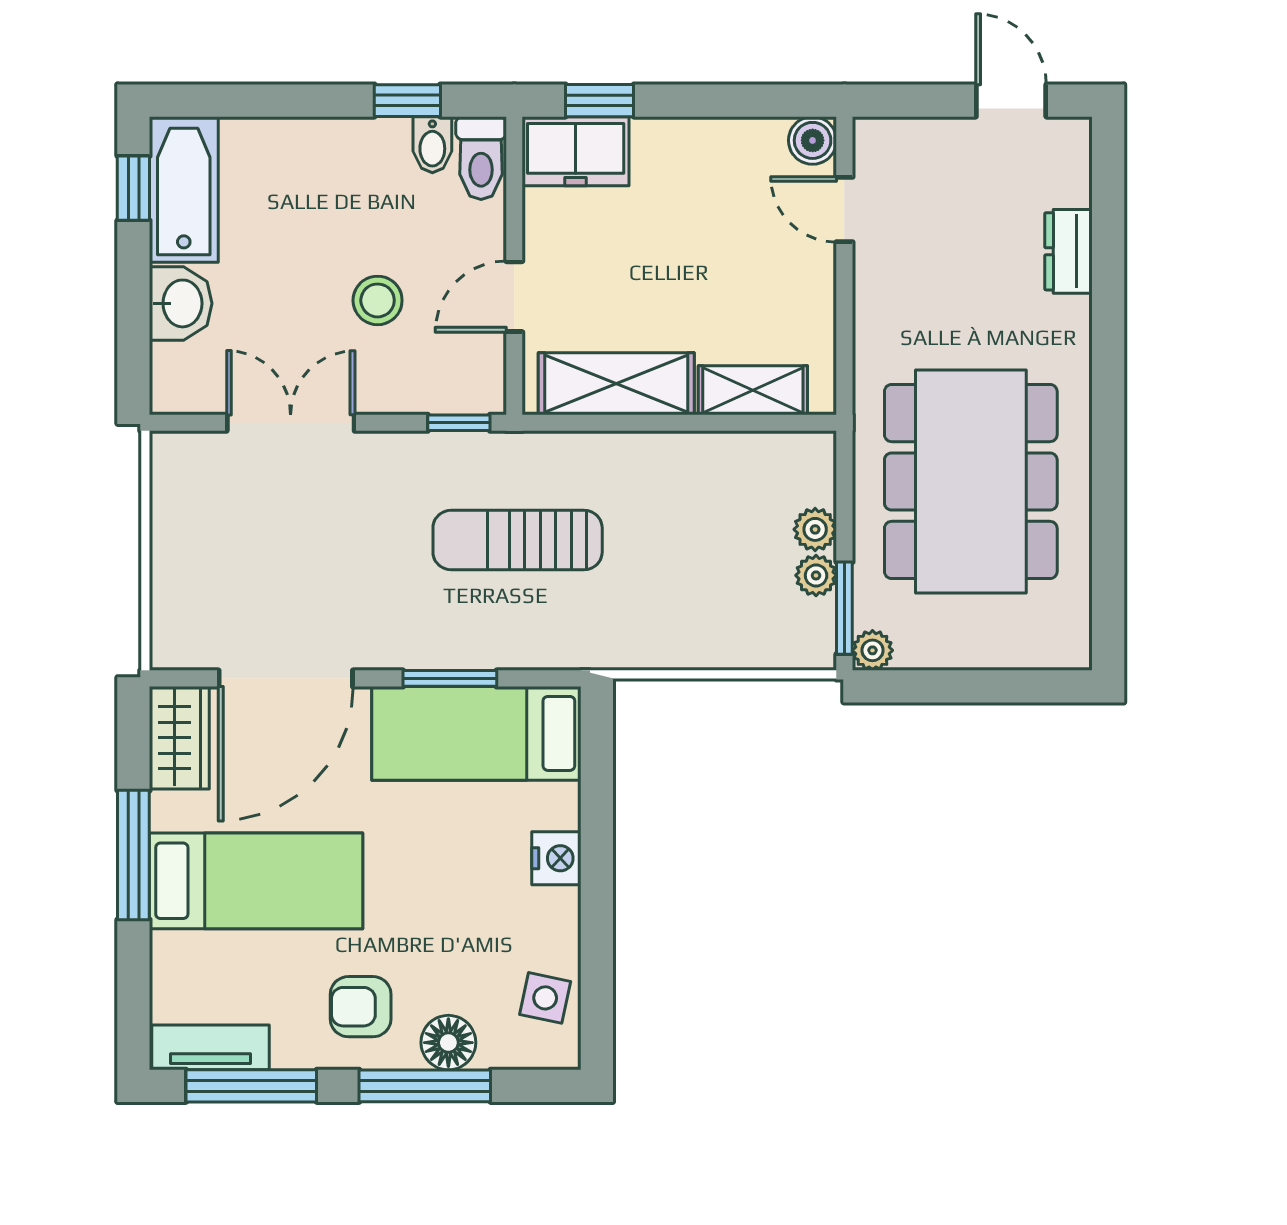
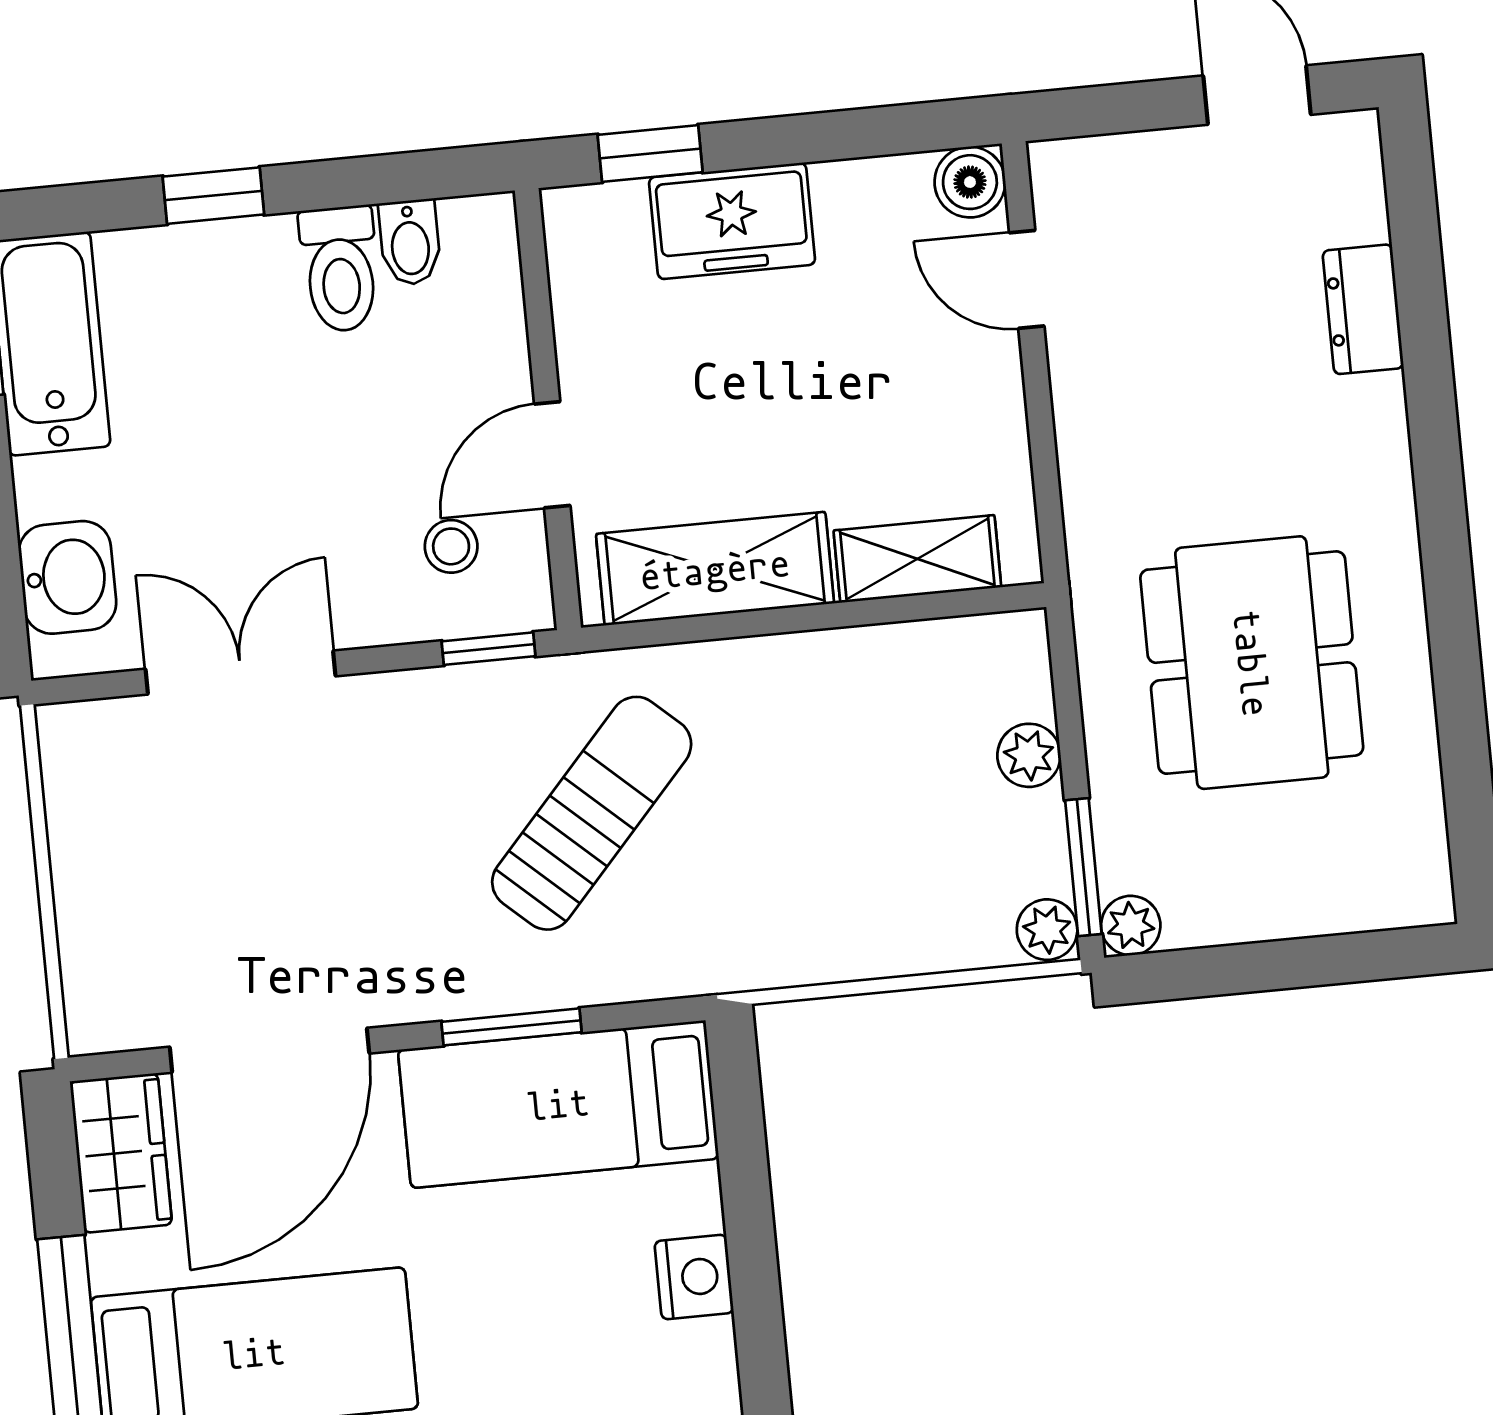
window: (407, 101) -> (213, 196), moved
freezer: (576, 151) -> (732, 221), moved
toilet: (481, 158) -> (340, 269), moved
stool: (378, 300) -> (451, 546), moved, width x0.73, depth x0.73
washbasin: (181, 303) -> (67, 577), moved
dining table: (971, 482) -> (1252, 663), width x0.73, depth x0.80
sun lounger: (518, 540) -> (592, 813), turned 132
plant: (816, 575) -> (1047, 930), moved

